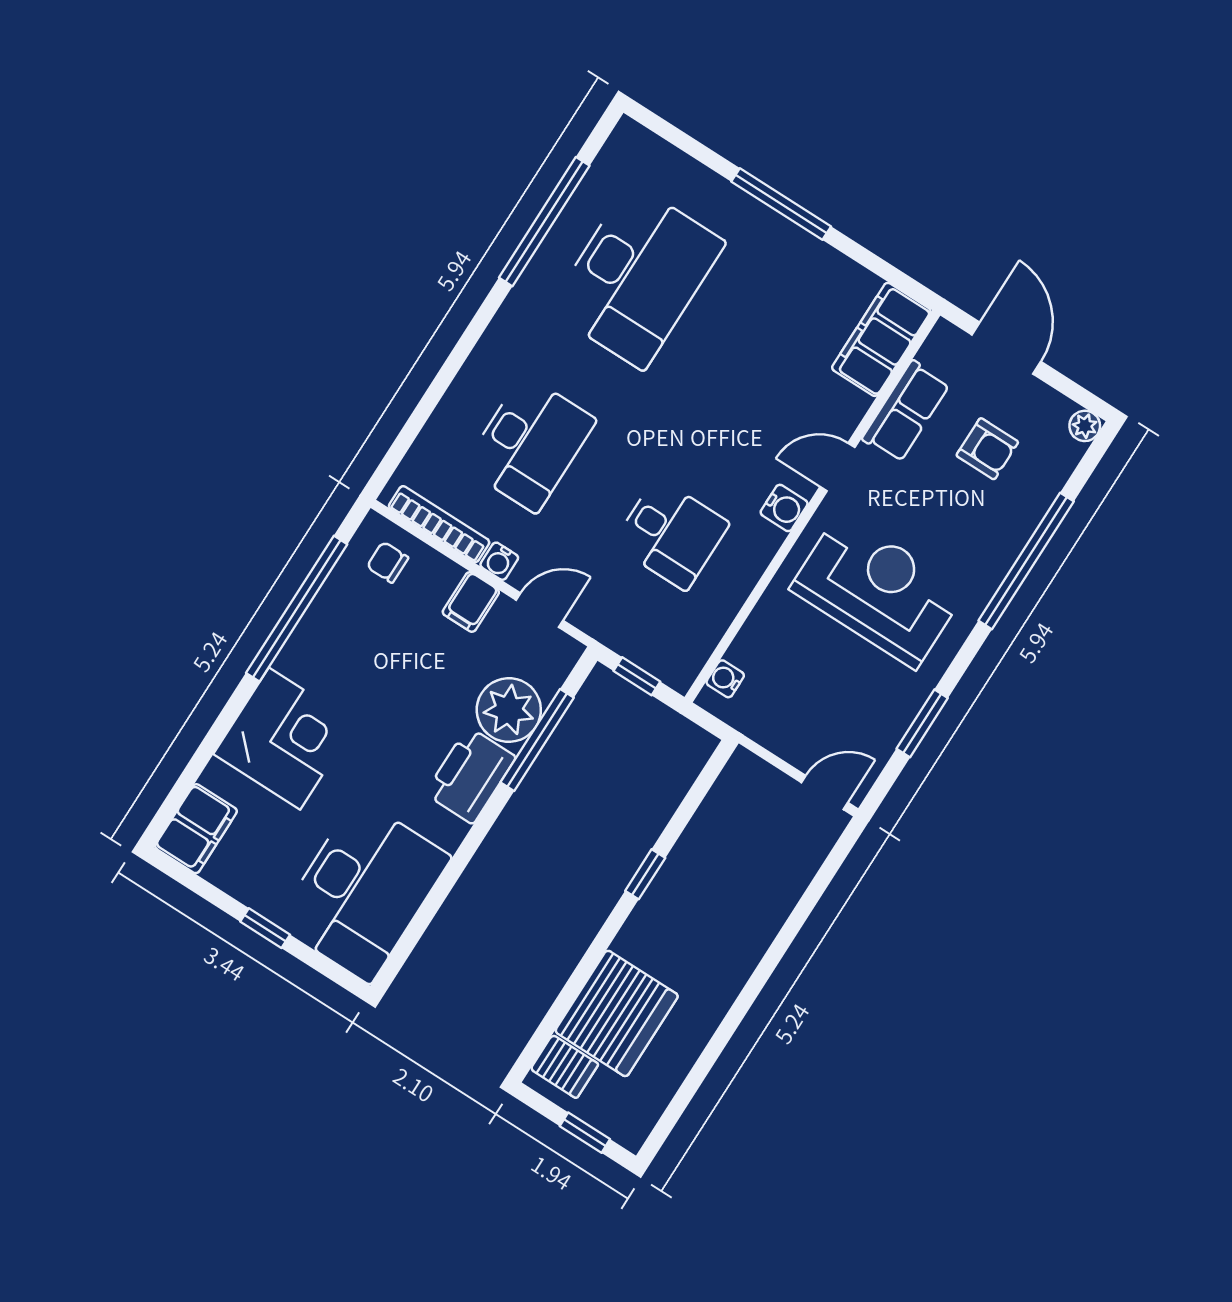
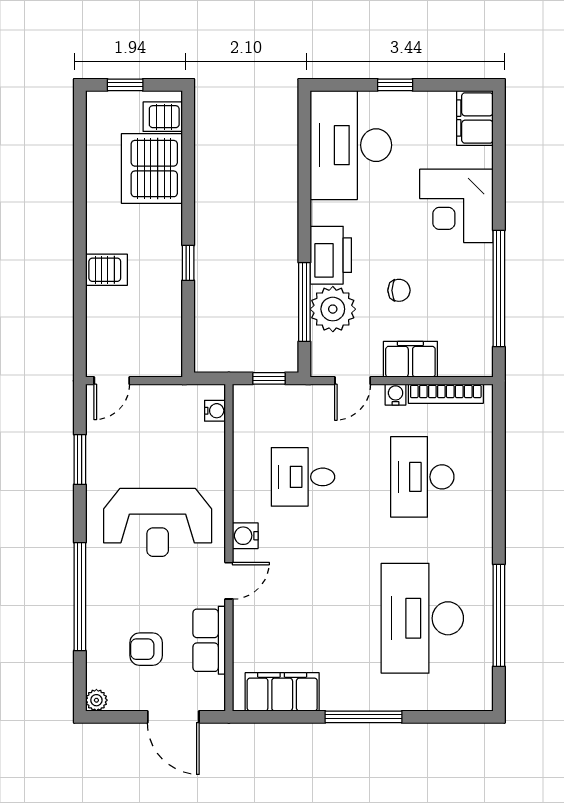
filing cabinet: (881, 339) -> (282, 692), moved, turned -90
chair: (388, 562) -> (399, 290), moved
filing cabinet: (471, 602) -> (410, 359), width x2.00
server rack: (747, 928) -> (106, 270), added

